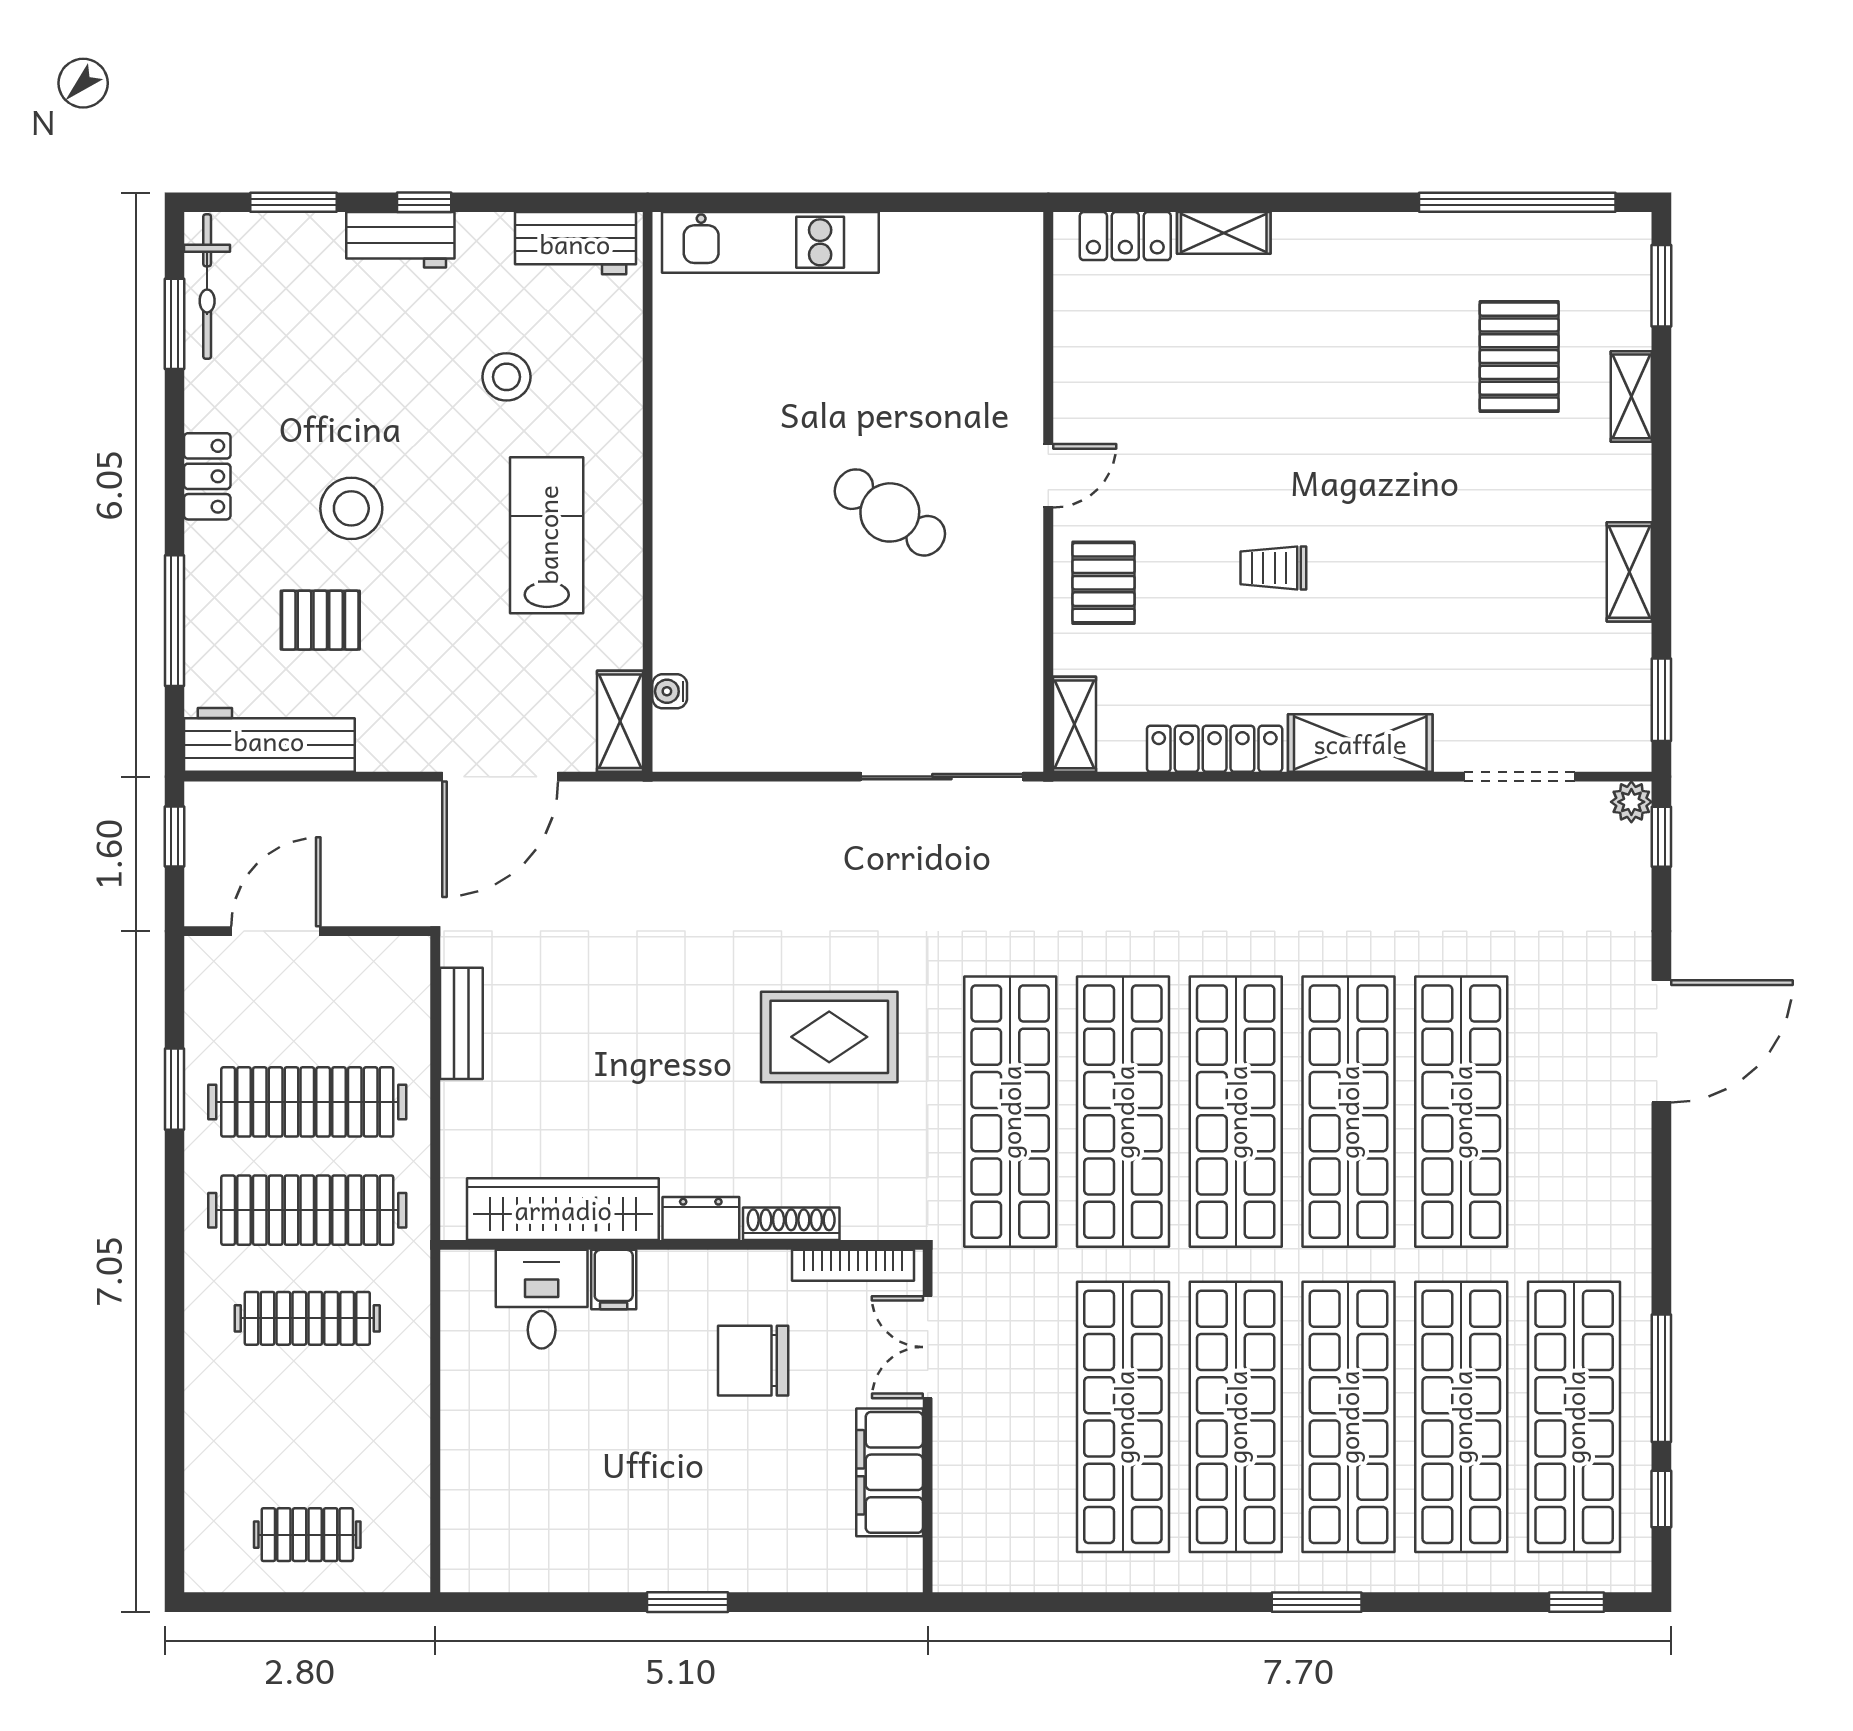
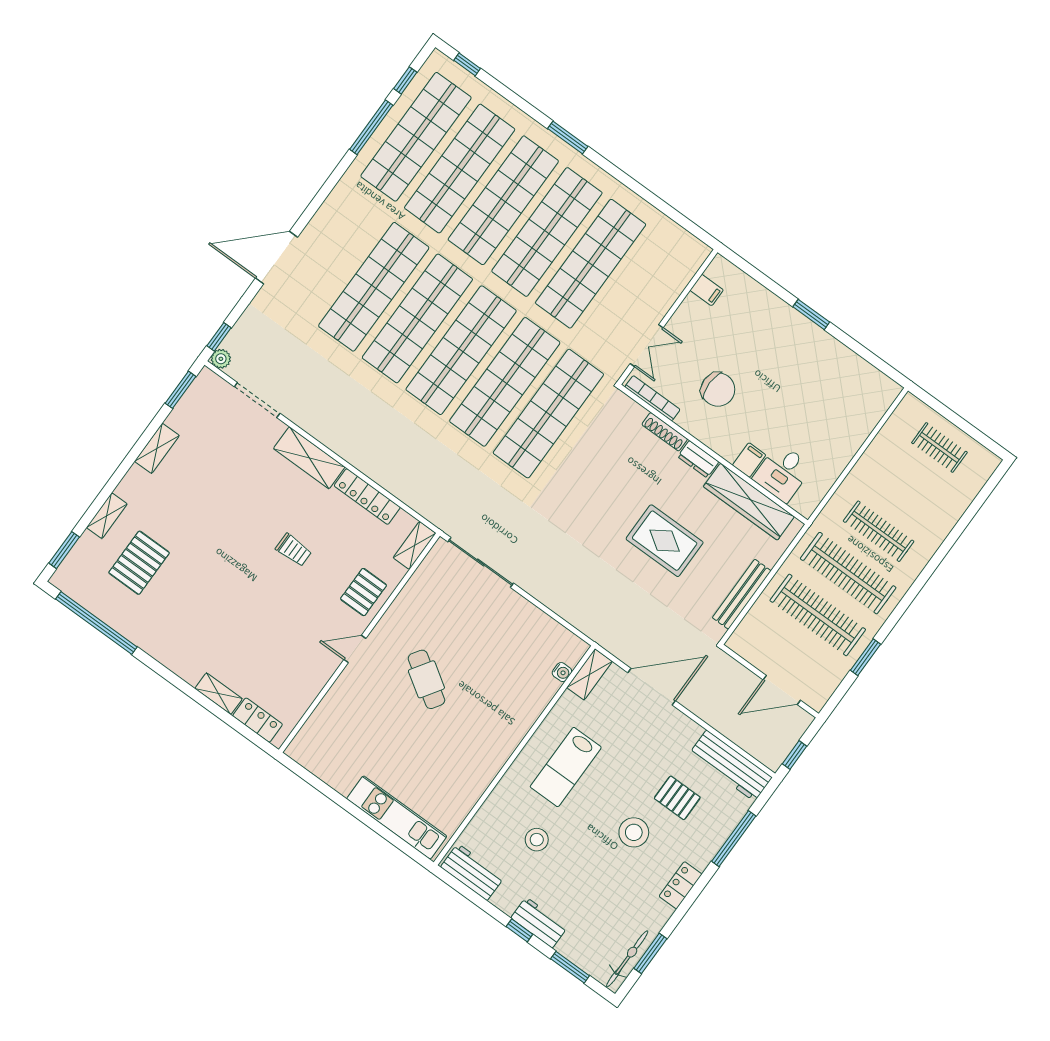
bench: (461, 1023) -> (742, 594), width x1.36
rug: (829, 1037) -> (665, 541), moved
filing cabinet: (890, 1472) -> (707, 290), width x0.33, depth x0.86

